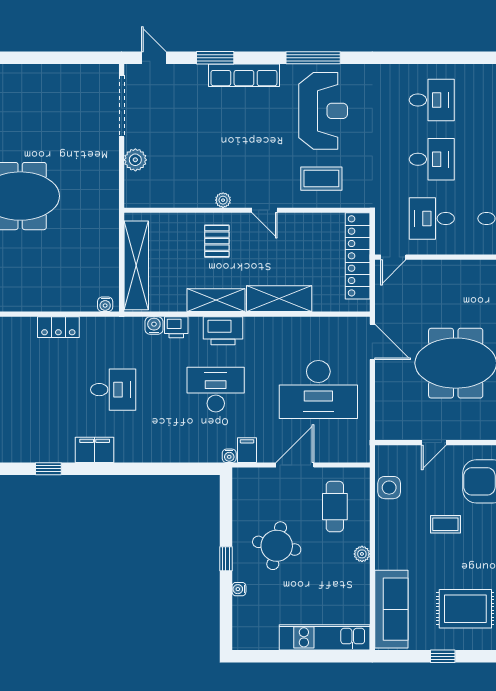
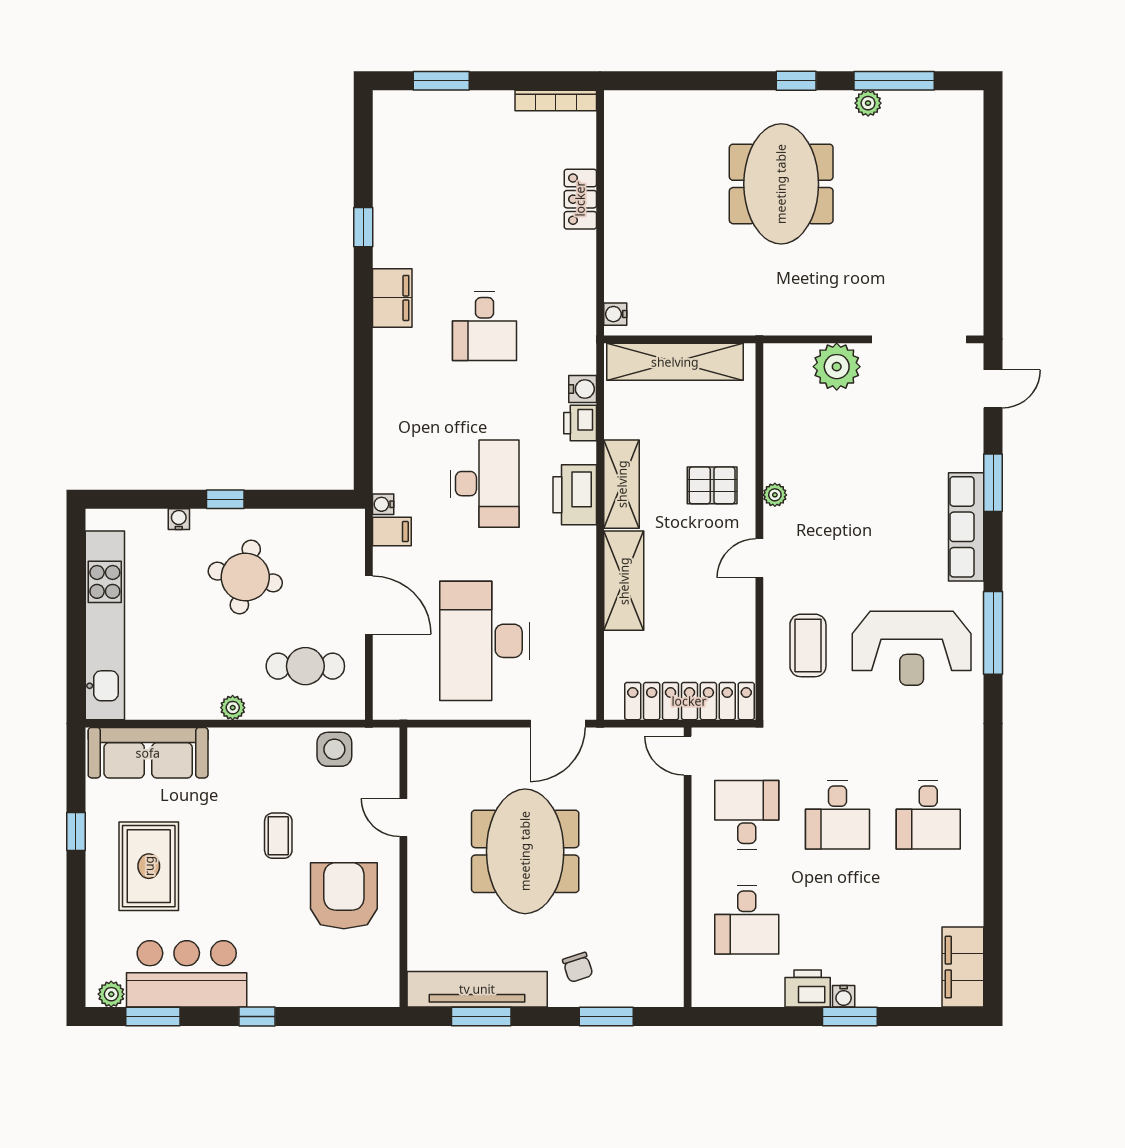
plant: (135, 160) -> (837, 367), width x1.36, depth x1.36
locker: (58, 327) -> (580, 199), moved
kitchen unit: (325, 637) -> (105, 625), width x1.36

